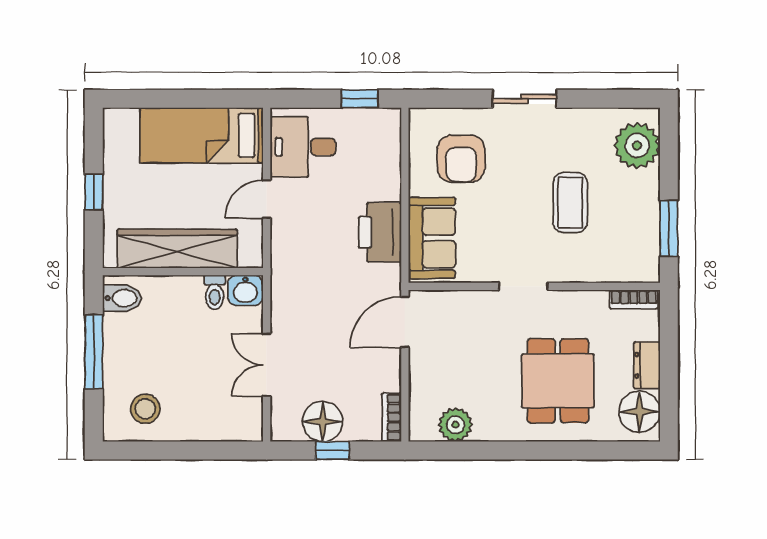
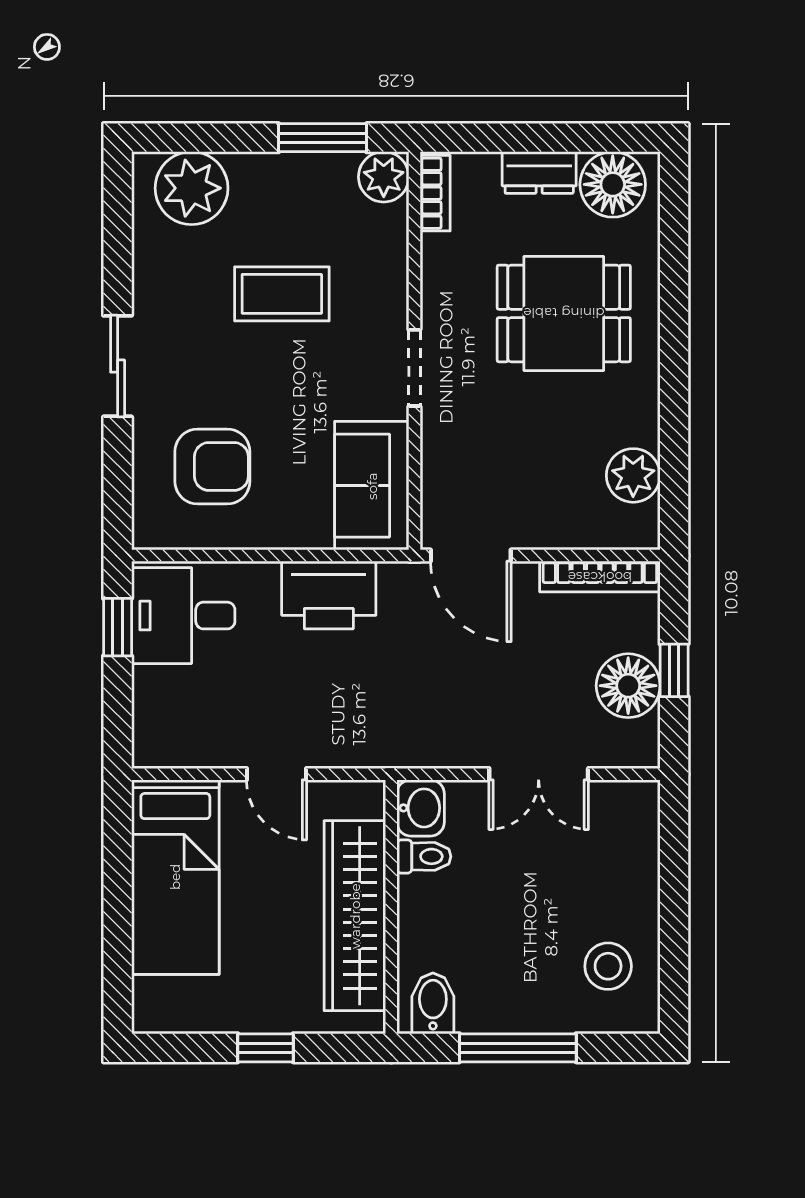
desk: (303, 147) -> (183, 616), moved, turned 90
sofa: (432, 238) -> (372, 486), moved, turned -90
plant: (644, 267) -> (384, 177), added
bookcase: (392, 417) -> (600, 577), width x1.56

